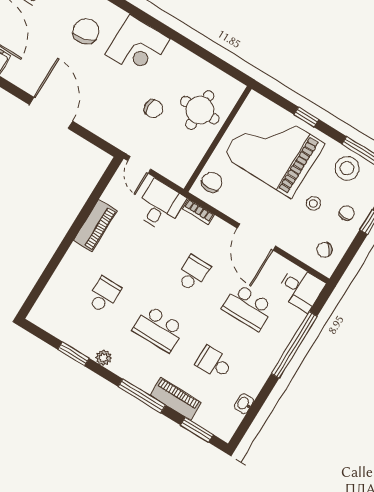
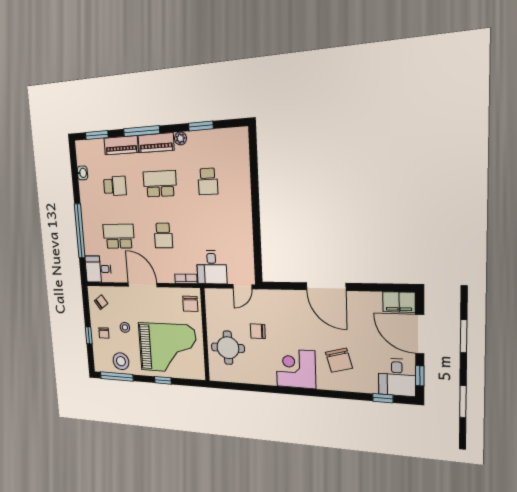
door: (139, 165) -> (242, 287), swing flipped
piano: (95, 226) -> (156, 143), moved, turned -90

